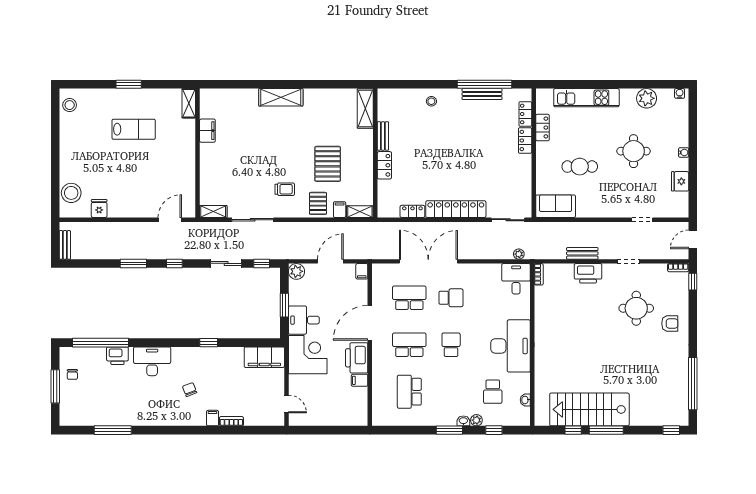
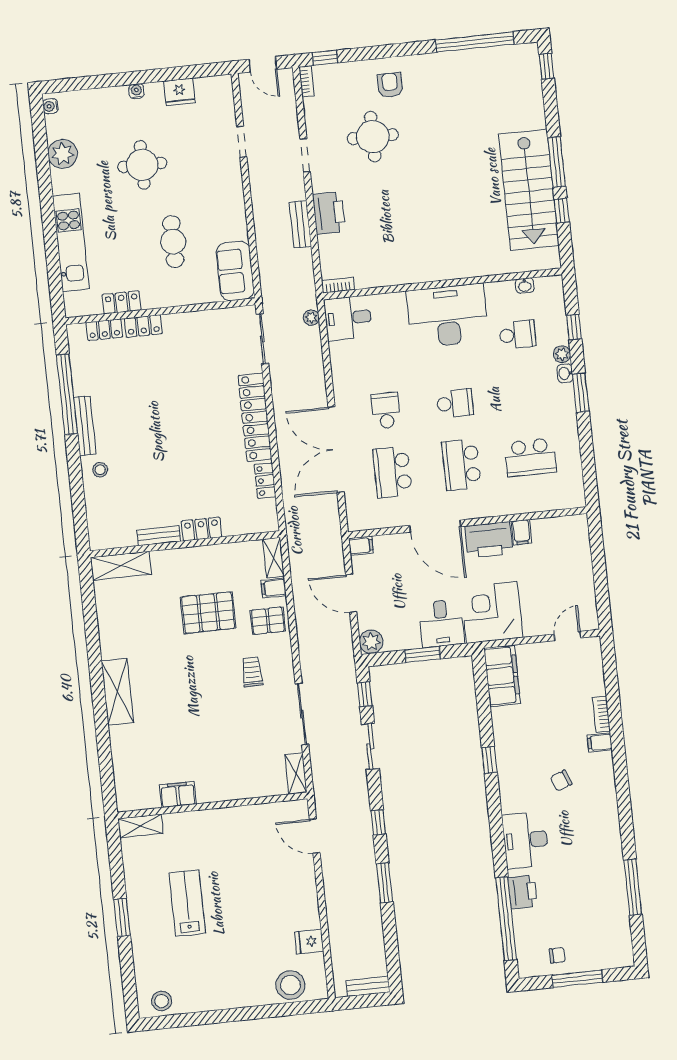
bench: (482, 94) -> (85, 426), moved
school desk: (451, 345) -> (455, 403), turned 180

